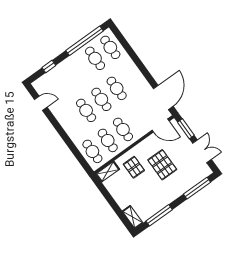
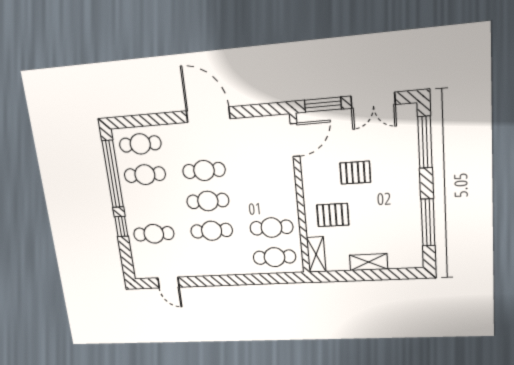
window: (49, 66) -> (121, 226), moved
door: (163, 97) -> (208, 115), moved
door: (41, 103) -> (168, 283), swing flipped
cafe table: (123, 129) -> (154, 234), moved
double door: (202, 151) -> (373, 100), swing flipped
pallet: (162, 165) -> (355, 173), width x0.67, depth x0.71
shelving: (133, 217) -> (369, 262), moved

